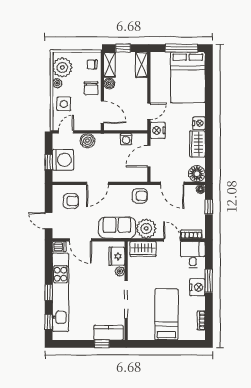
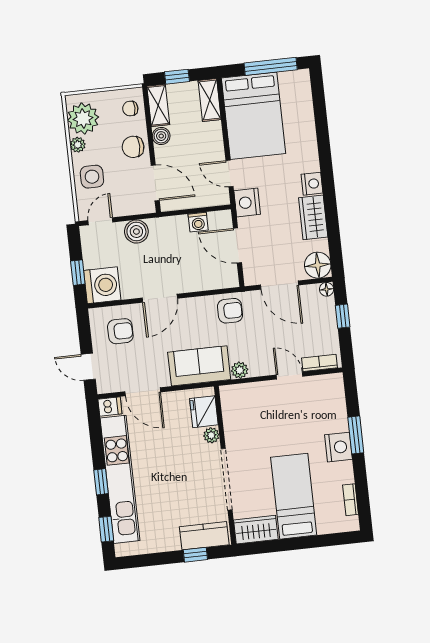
bed: (188, 77) -> (253, 116), moved
chair: (91, 88) -> (133, 147), turned 92
door: (149, 111) -> (229, 173), swing flipped
door: (149, 156) -> (237, 245), hinge flipped
washing machine: (63, 160) -> (102, 285), moved
plant: (146, 229) -> (240, 370), width x0.53, depth x0.53
wardrobe: (143, 249) -> (256, 530), moved, turned 180
desk: (193, 255) -> (325, 395), removed

